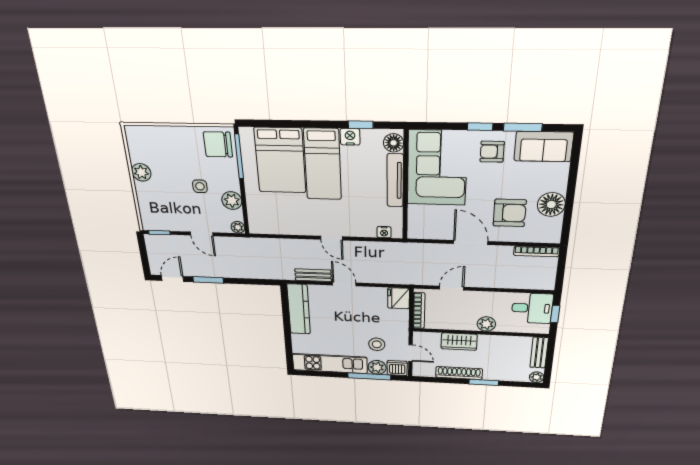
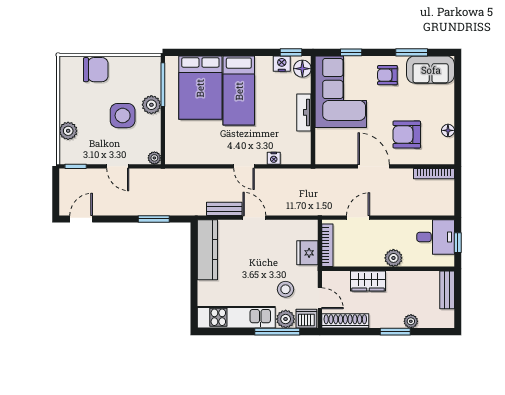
window: (361, 125) -> (291, 52), moved
window: (480, 127) -> (351, 52), moved
nightstand: (350, 137) -> (282, 64), moved
chair: (218, 144) -> (96, 70), moved, turned 180
plant: (141, 172) -> (68, 131), moved
tv unit: (395, 180) -> (304, 112), width x0.71
side table: (200, 186) -> (123, 116), width x1.87, depth x1.87
plant: (232, 201) -> (151, 105), moved
floor lamp: (551, 205) -> (448, 130), width x0.53, depth x0.53
armchair: (510, 213) -> (407, 134), turned 180
nightstand: (384, 232) -> (274, 158), moved
window: (208, 280) -> (154, 219), moved
fridge: (399, 298) -> (307, 253), moved
shoe rack: (459, 373) -> (345, 321), moved
plant: (537, 377) -> (411, 321), moved

